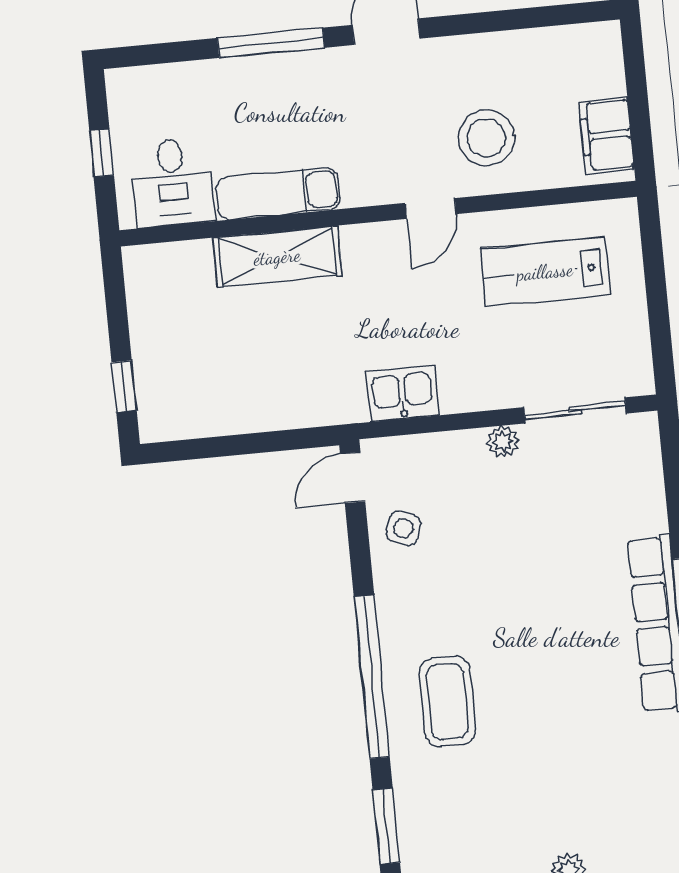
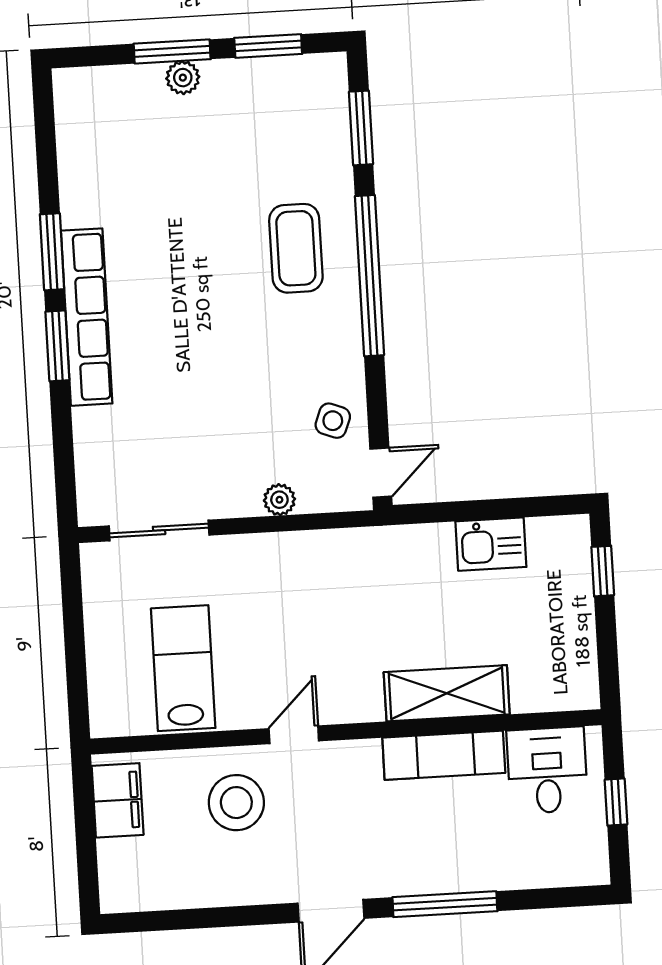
lab bench: (545, 272) -> (183, 668), turned -90
kitchen sink: (402, 394) -> (491, 544), moved
plant: (503, 442) -> (279, 500), moved

